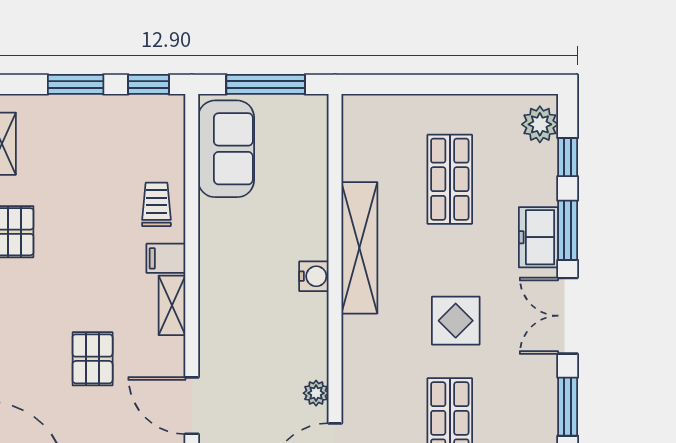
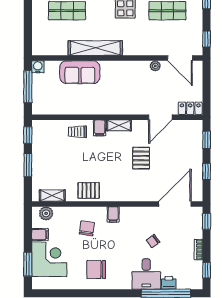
sofa: (226, 149) -> (80, 72), moved, turned 180
water cooler: (314, 276) -> (38, 67), moved
pallet: (93, 359) -> (141, 158), turned 90

